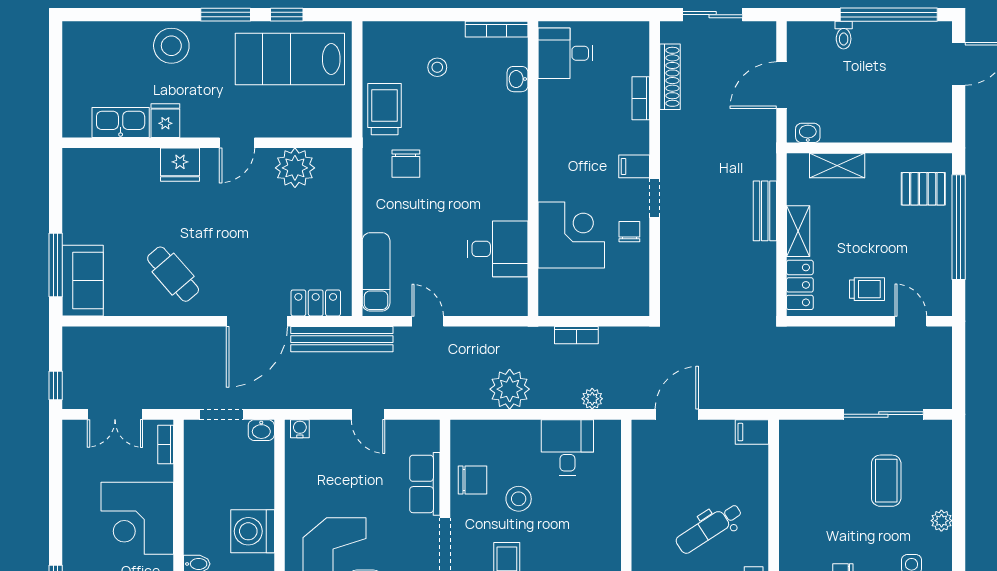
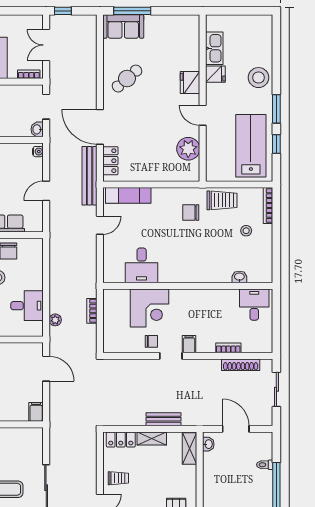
bookcase: (497, 29) -> (268, 206), moved
shelving: (837, 165) -> (190, 448), moved
trolley: (867, 289) -> (118, 478), turned -90
plant: (510, 389) -> (61, 272), removed

